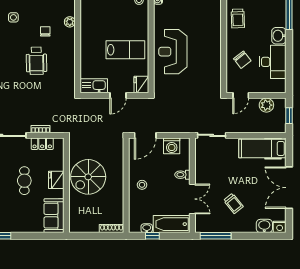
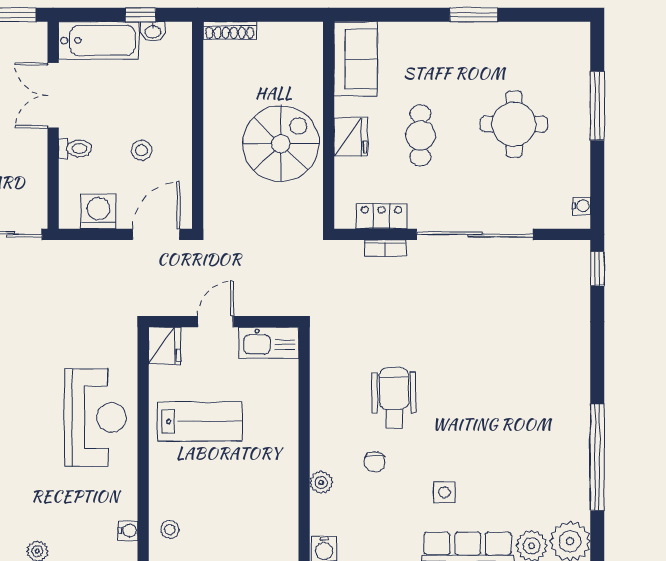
lab bench: (125, 50) -> (200, 422), turned 180
stool: (142, 185) -> (142, 150), moved

